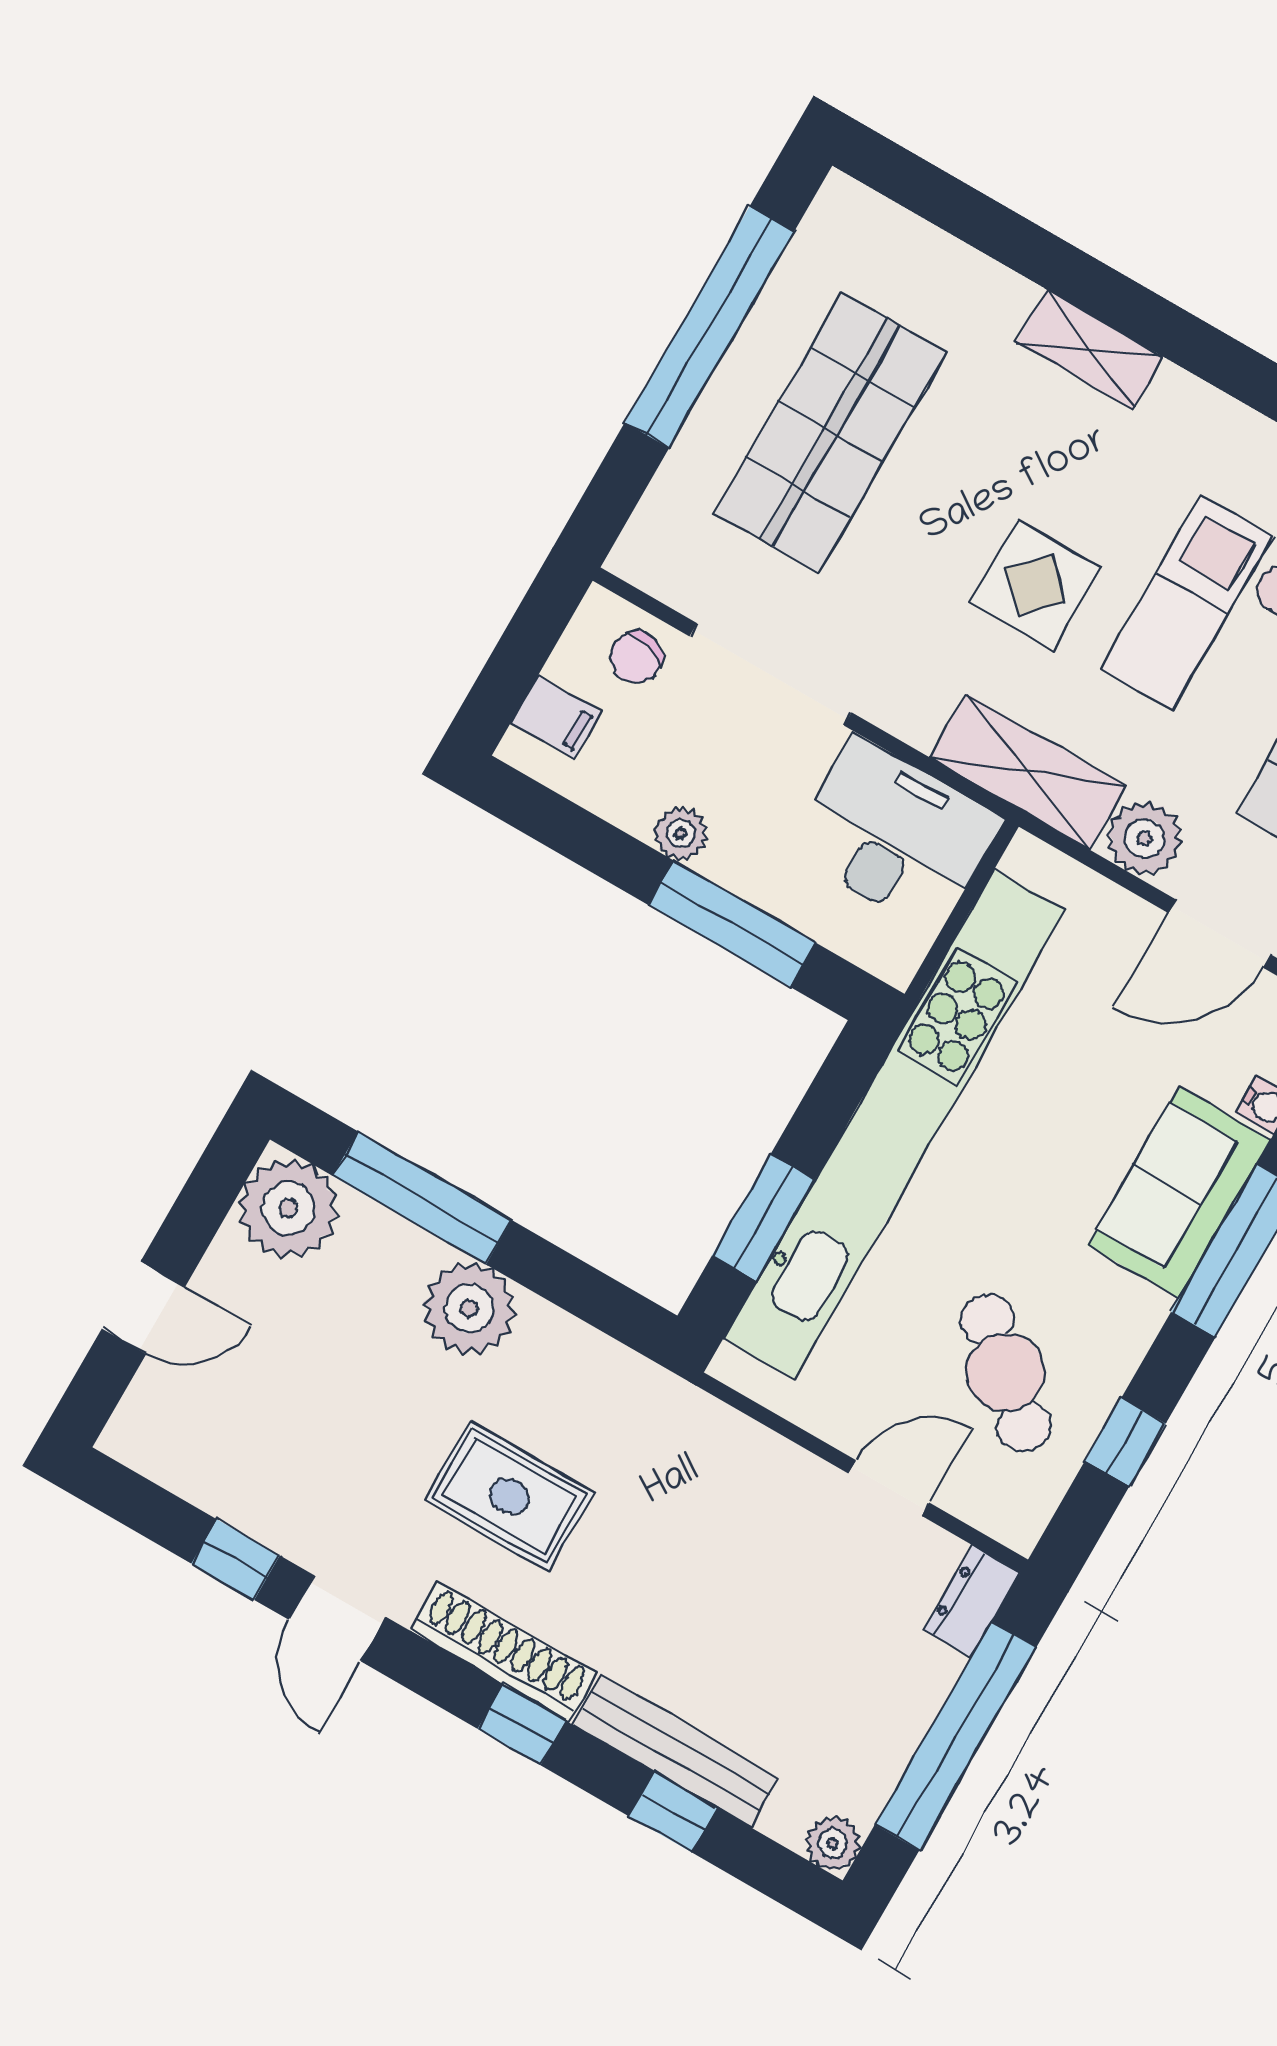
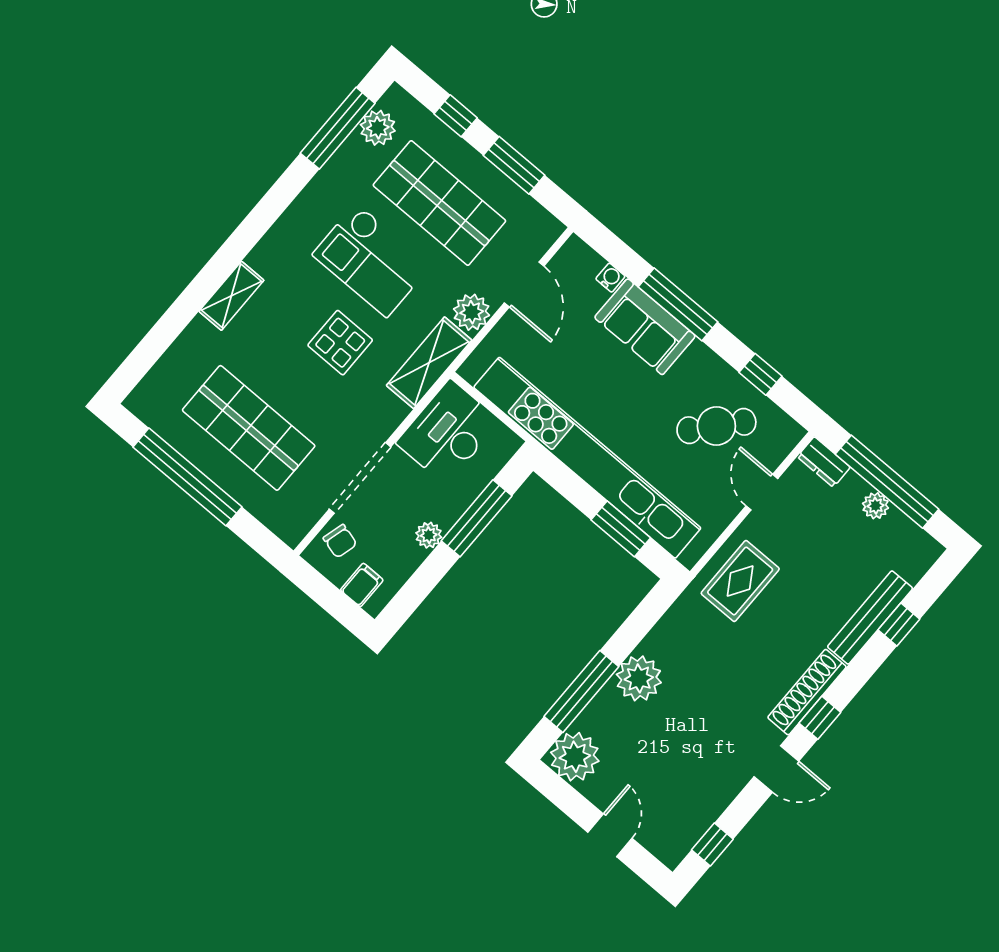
rug: (509, 1496) -> (740, 581), moved
window: (236, 1560) -> (712, 844), moved
window: (522, 1725) -> (820, 718), moved
plant: (833, 1843) -> (876, 506), moved

